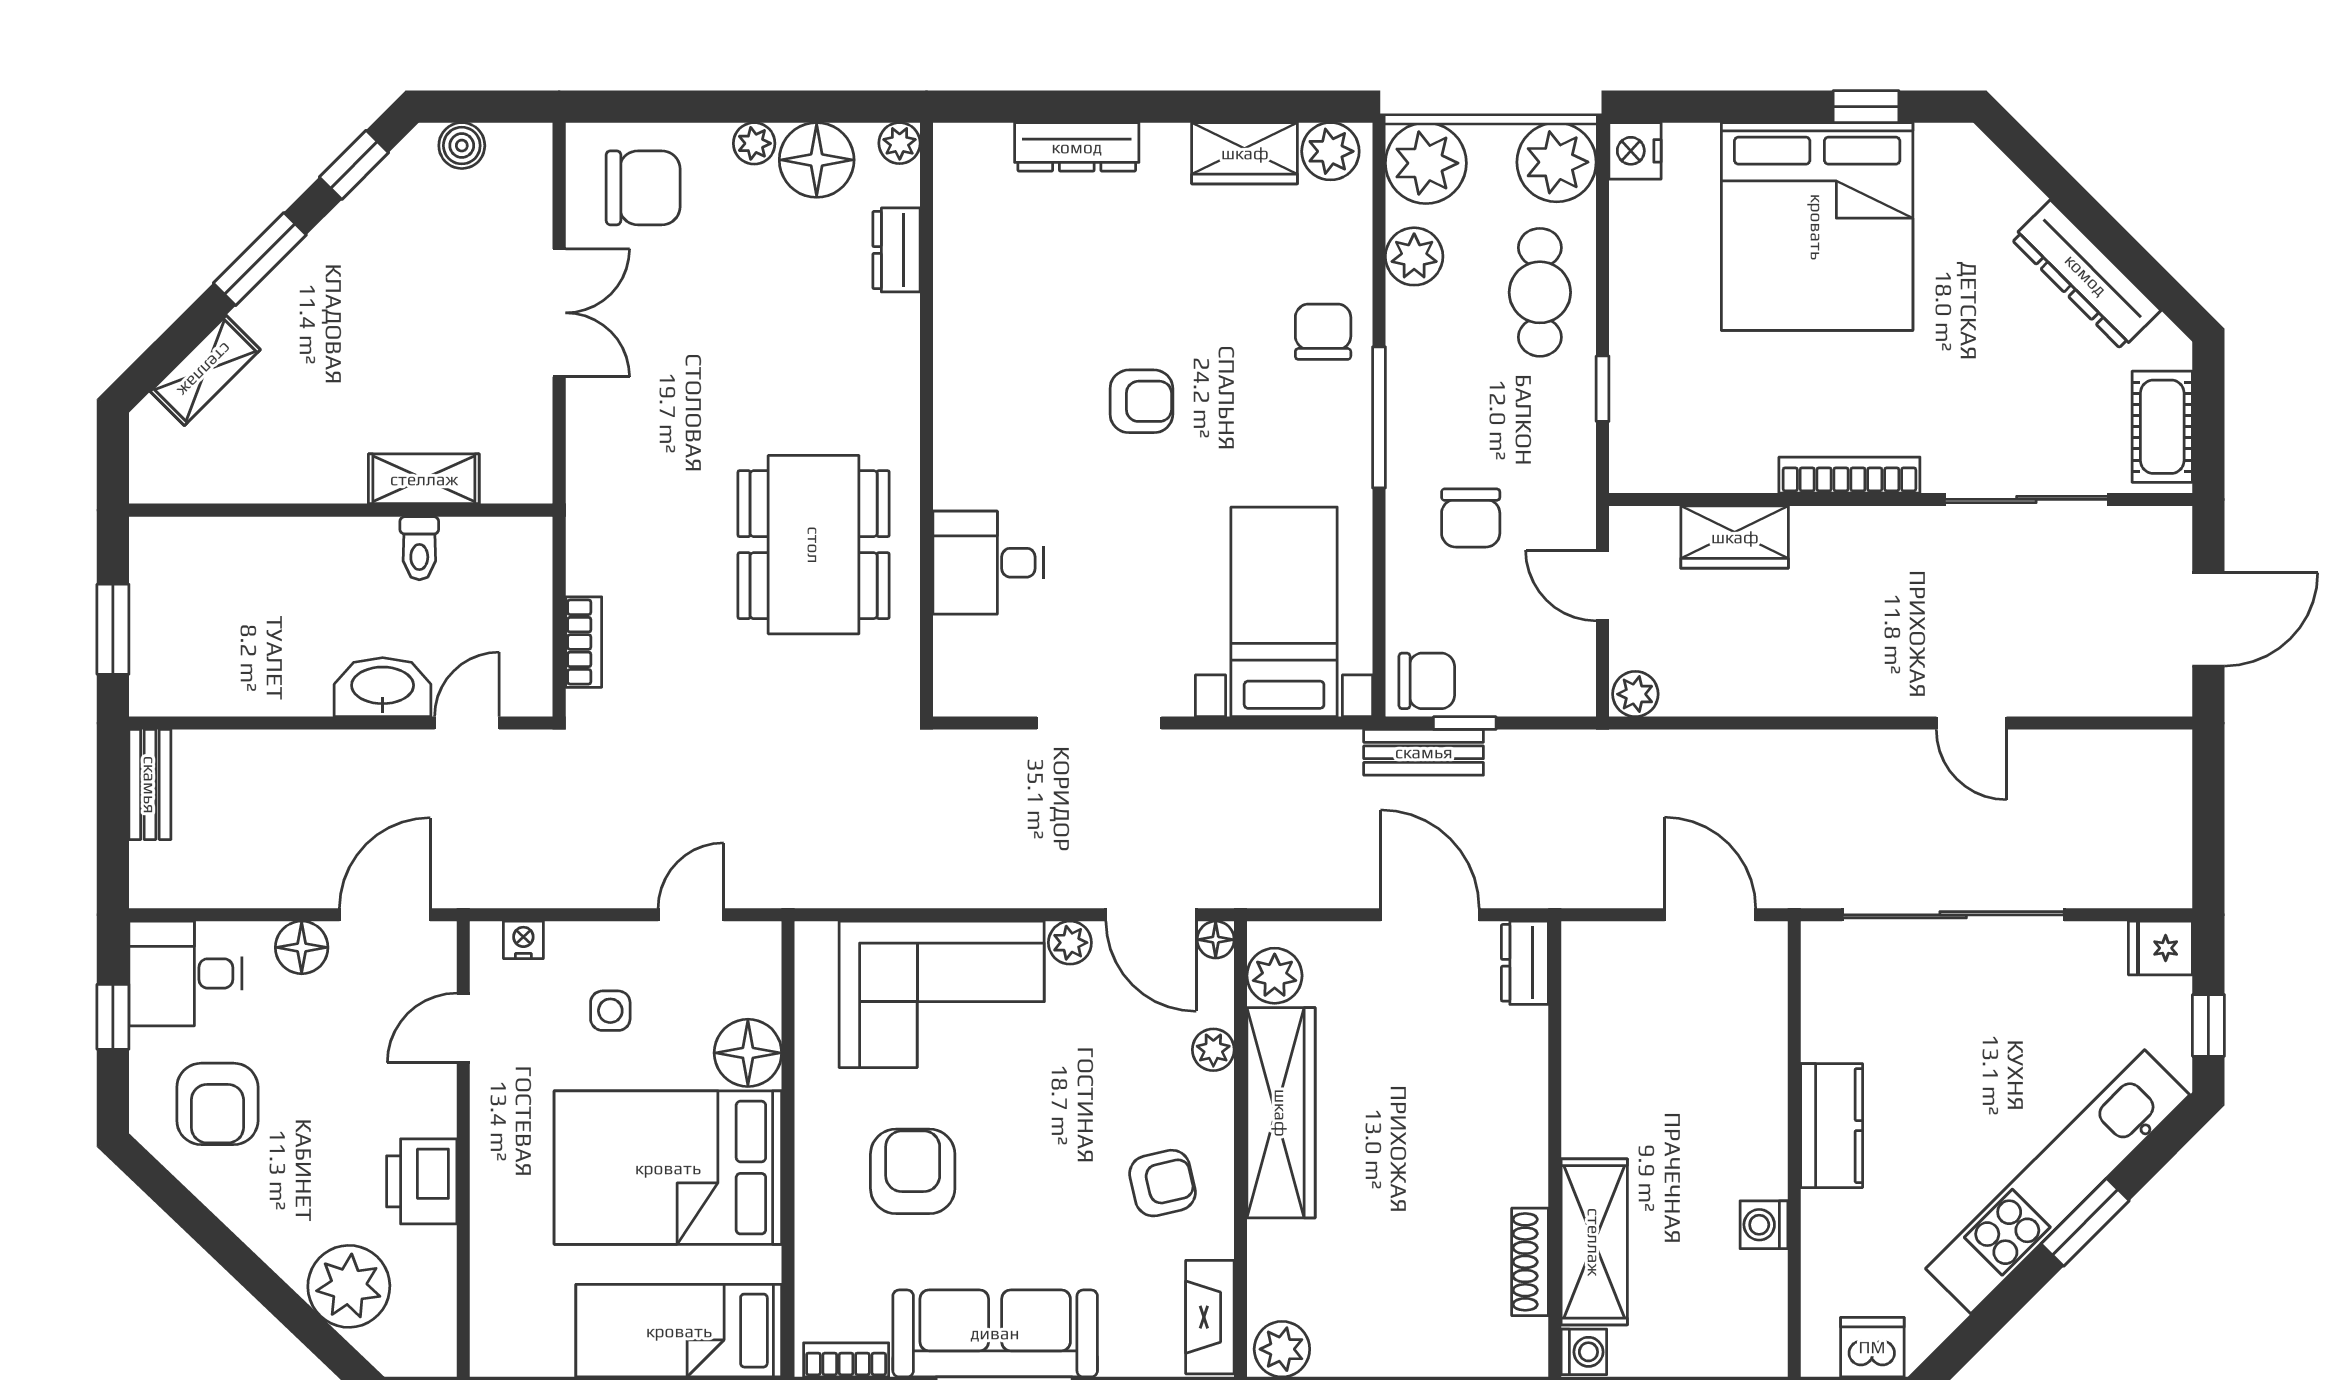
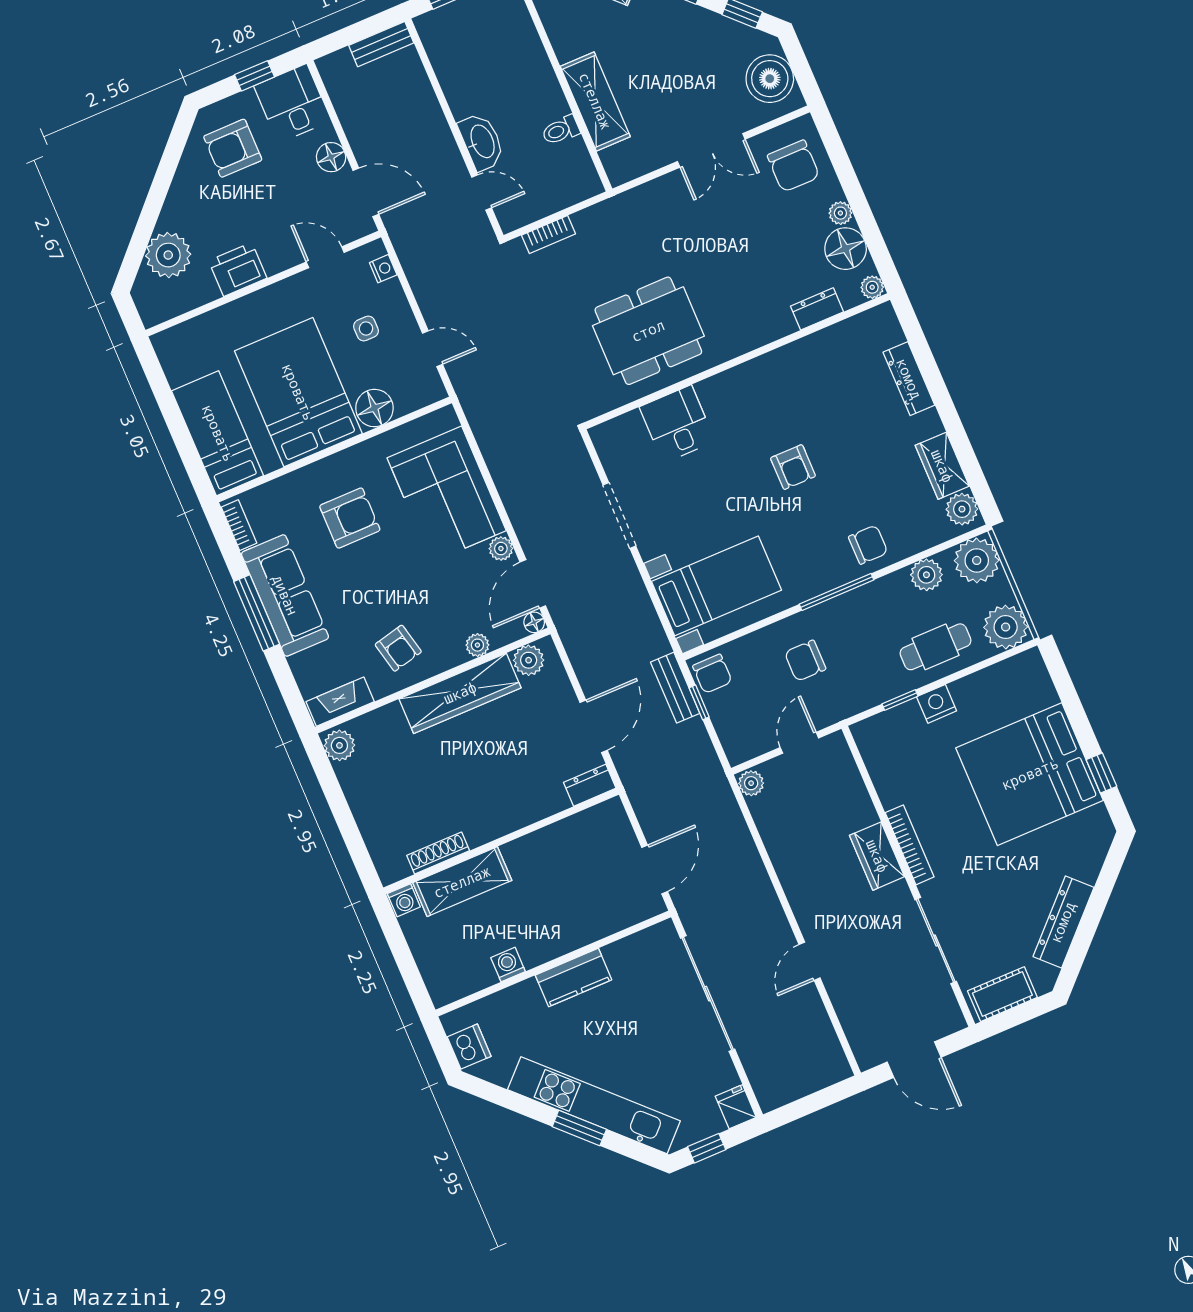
boiler: (462, 146) -> (770, 79), width x1.86, depth x1.86
nightstand: (1635, 151) -> (937, 704), moved
shelving: (424, 479) -> (595, 101), width x1.50, depth x1.33
wardrobe: (1735, 537) -> (877, 856), moved

